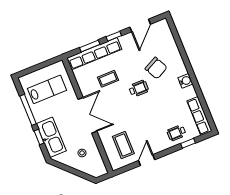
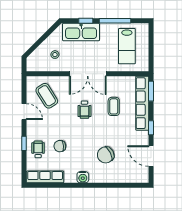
window: (90, 46) -> (151, 91), moved
wheelchair: (139, 89) -> (84, 110), moved
chair: (165, 114) -> (60, 146), added
window: (188, 143) -> (24, 143), moved
coffee table: (123, 145) -> (47, 96), turned 58

